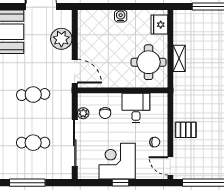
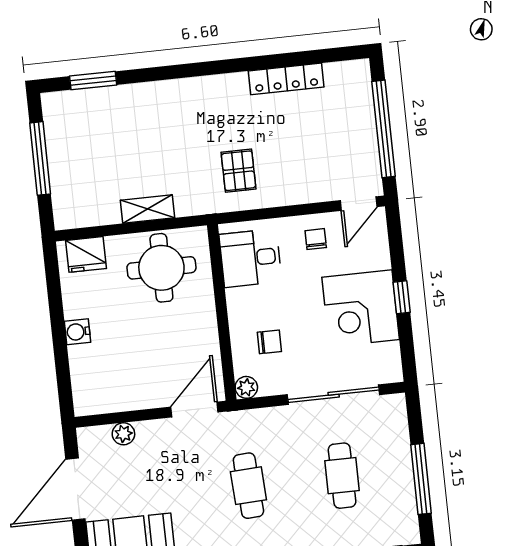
plant: (61, 39) -> (123, 434), width x0.53, depth x0.53
desk: (136, 108) -> (250, 258), moved
plant: (83, 113) -> (246, 387), moved
pallet: (186, 130) -> (238, 171), moved

